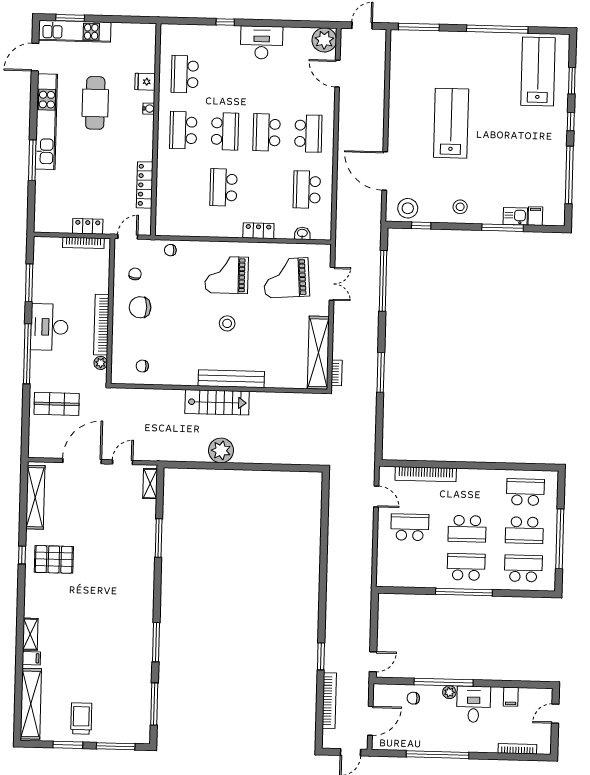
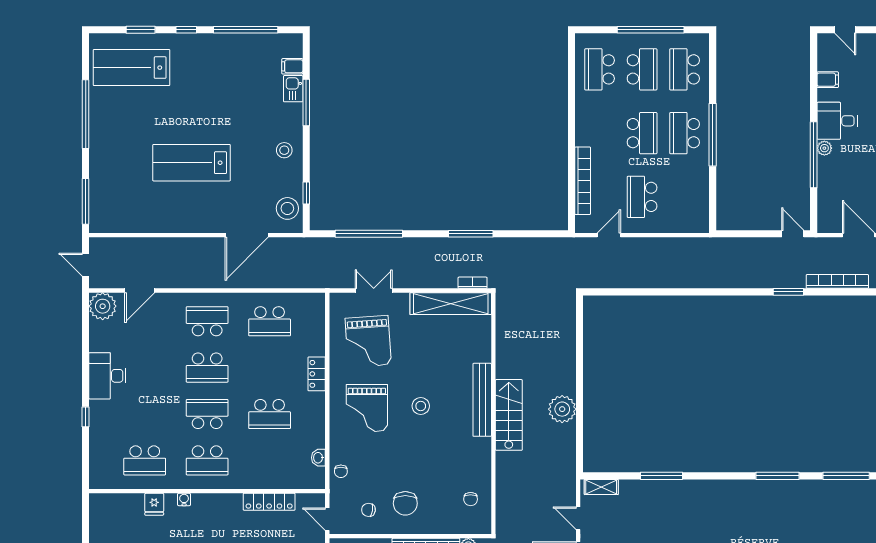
washbasin: (302, 233) -> (318, 458), moved
chair: (413, 698) -> (832, 188), removed

